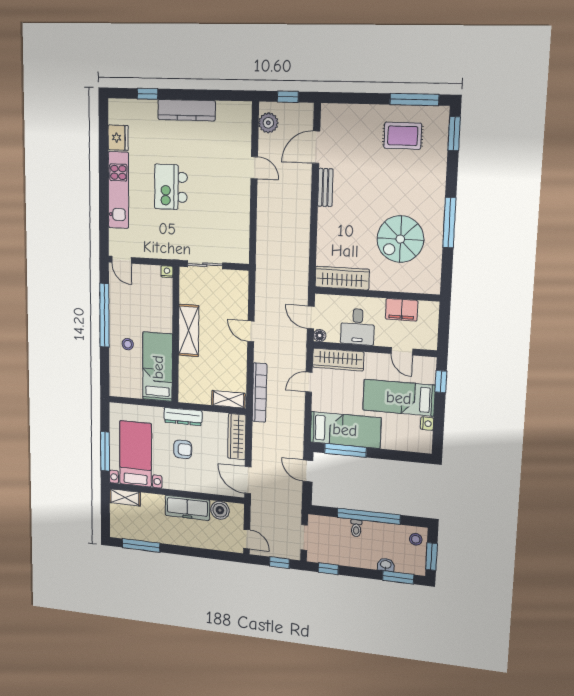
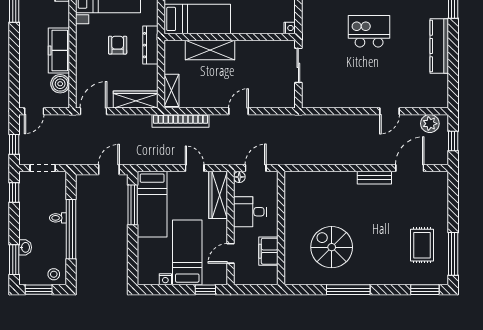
door: (316, 147) -> (410, 168), hinge flipped
wardrobe: (342, 278) -> (294, 196), removed
shelving: (189, 330) -> (210, 50), moved
armchair: (183, 449) -> (118, 45), turned 180

